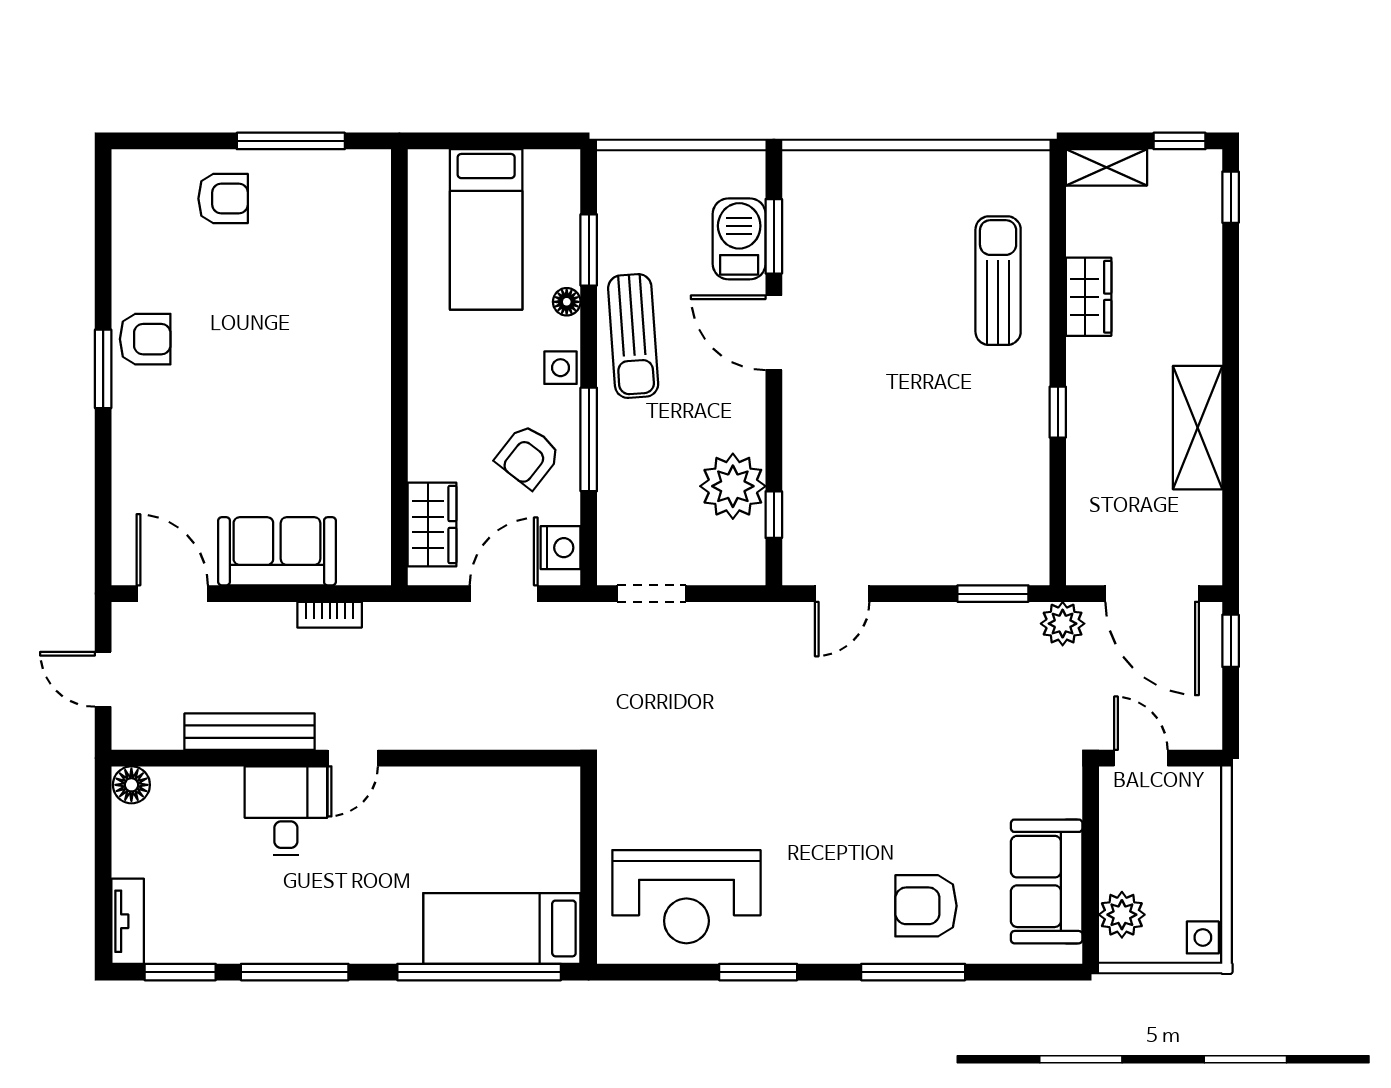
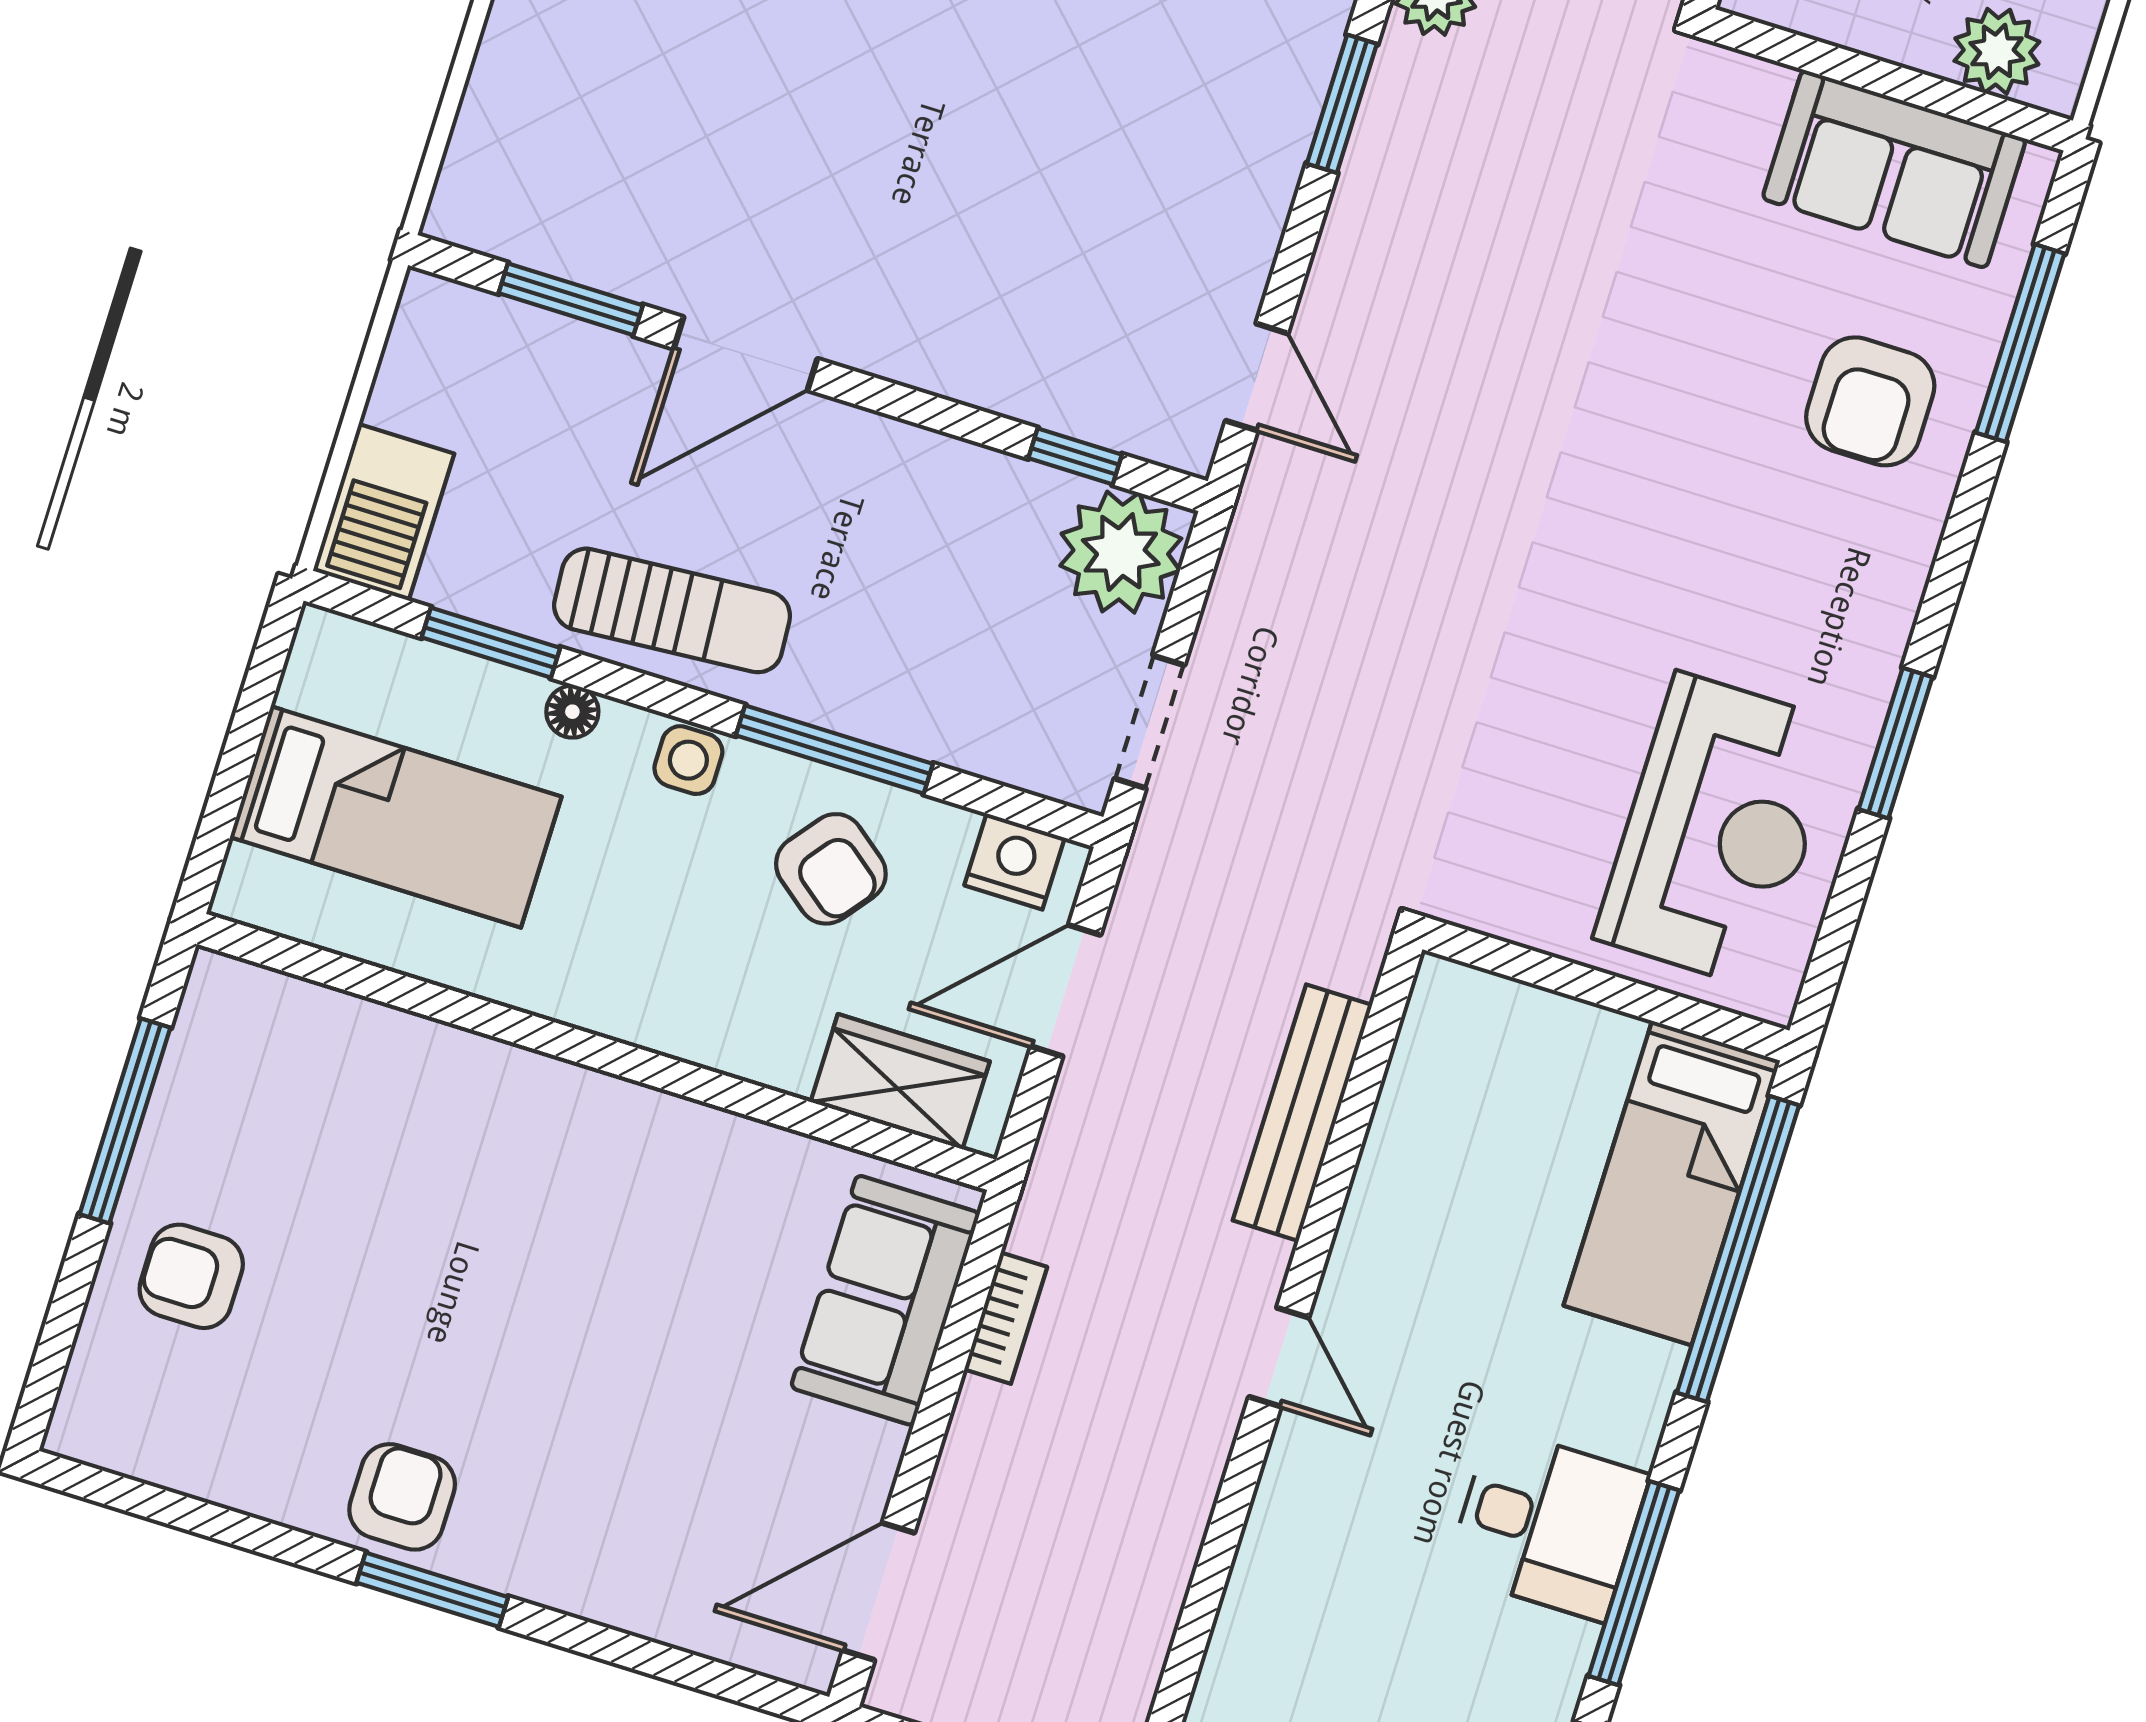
armchair: (223, 199) -> (191, 1276), turned -90
barbecue: (739, 239) -> (384, 512), moved, turned -90
plant: (733, 486) -> (1121, 552), moved
sofa: (277, 551) -> (885, 1300), moved
door: (504, 594) -> (1066, 991), hinge flipped
bench: (250, 732) -> (1302, 1113), moved
desk: (286, 811) -> (1548, 1524), moved, turned 180
window: (913, 972) -> (2020, 343), moved

